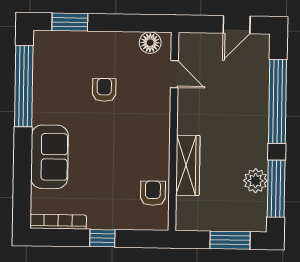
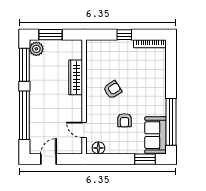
sofa: (50, 157) -> (155, 135), moved
plant: (256, 181) -> (36, 49), moved
armchair: (153, 193) -> (113, 90), moved, turned -123

